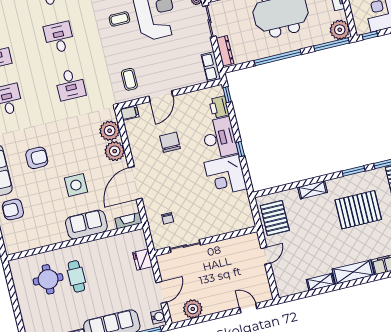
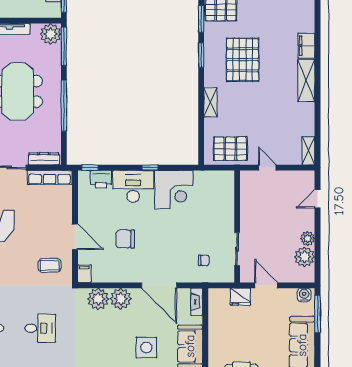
row of seats: (211, 67) -> (50, 177), width x1.48
shelving: (321, 282) -> (308, 151), moved
door: (161, 292) -> (266, 285), moved
plant: (210, 308) -> (308, 238), added

